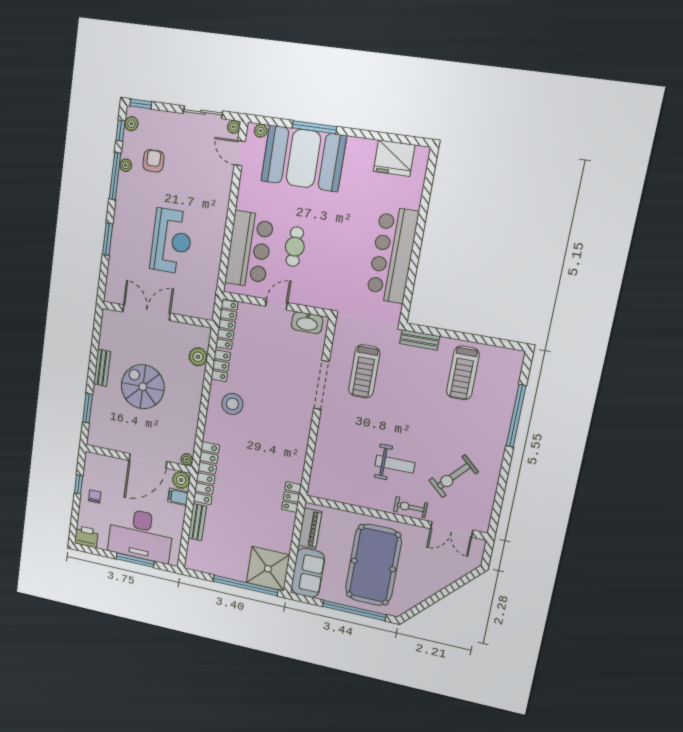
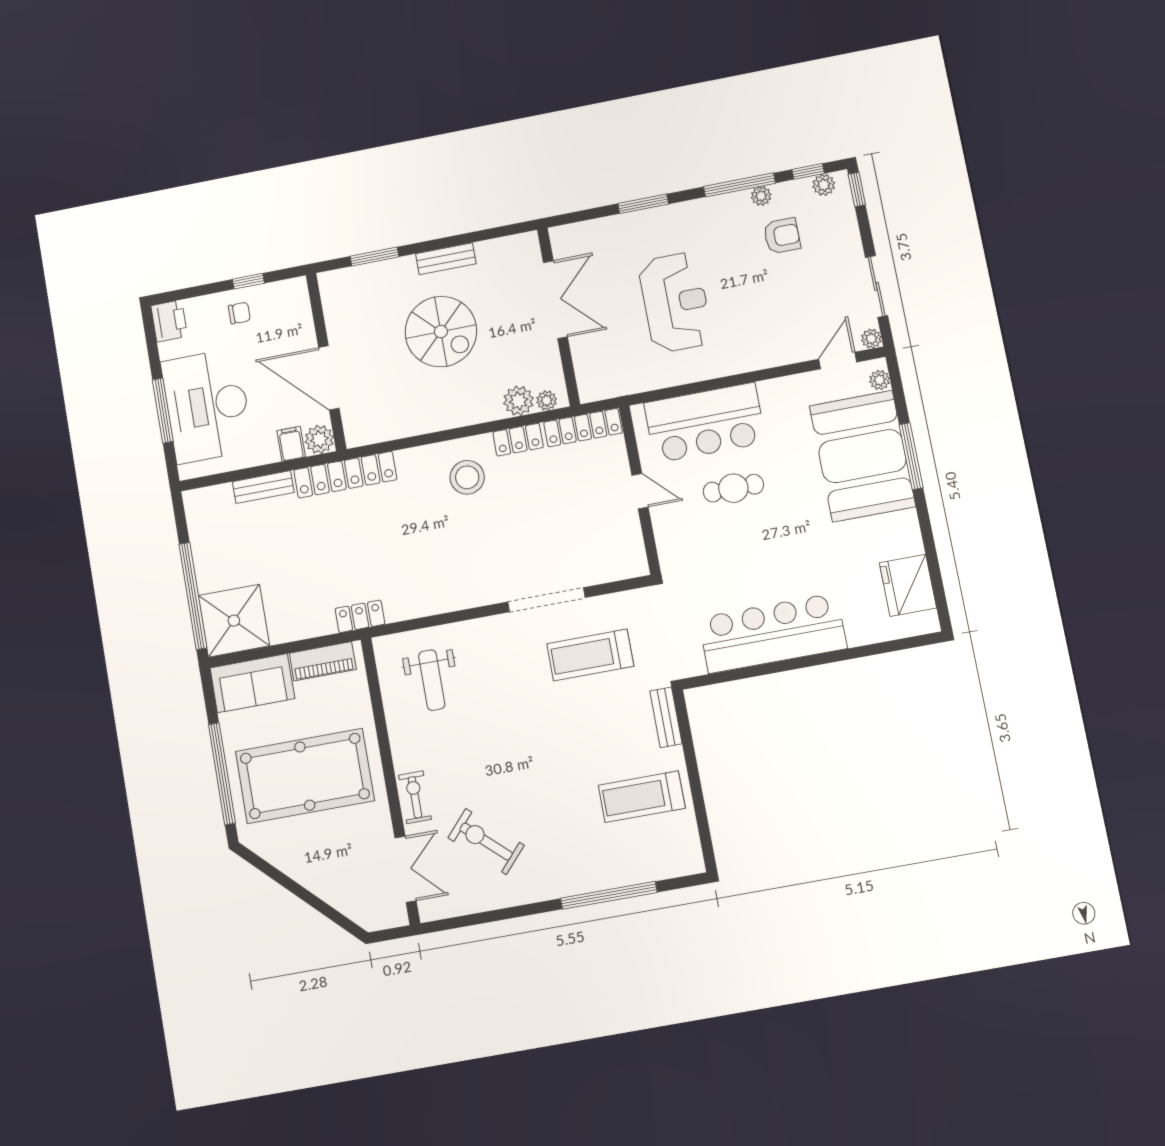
reception desk: (172, 241) -> (675, 302), turned -90
washbasin: (307, 323) -> (630, 546), removed
spiral stairs: (143, 387) -> (441, 332), turned 90
plant: (187, 460) -> (547, 401), moved
weight bench: (395, 464) -> (432, 680), moved
double door: (452, 529) -> (406, 869), swing flipped

